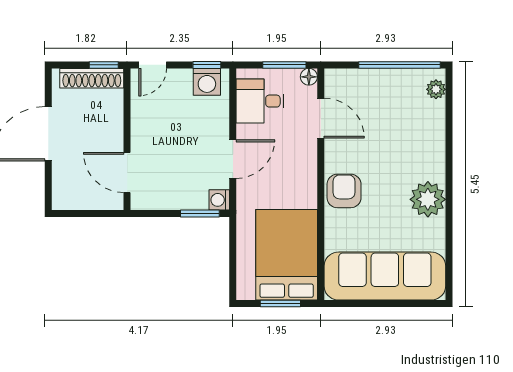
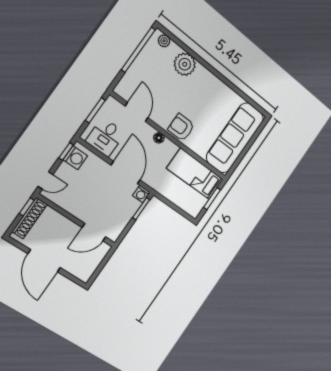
door: (153, 65) -> (45, 180), hinge flipped
floor lamp: (309, 77) -> (159, 138), moved
door: (321, 118) -> (137, 112), hinge flipped
door: (233, 159) -> (126, 173), width x1.36
plant: (428, 199) -> (185, 64), moved
bed: (287, 255) -> (195, 174), width x0.67

